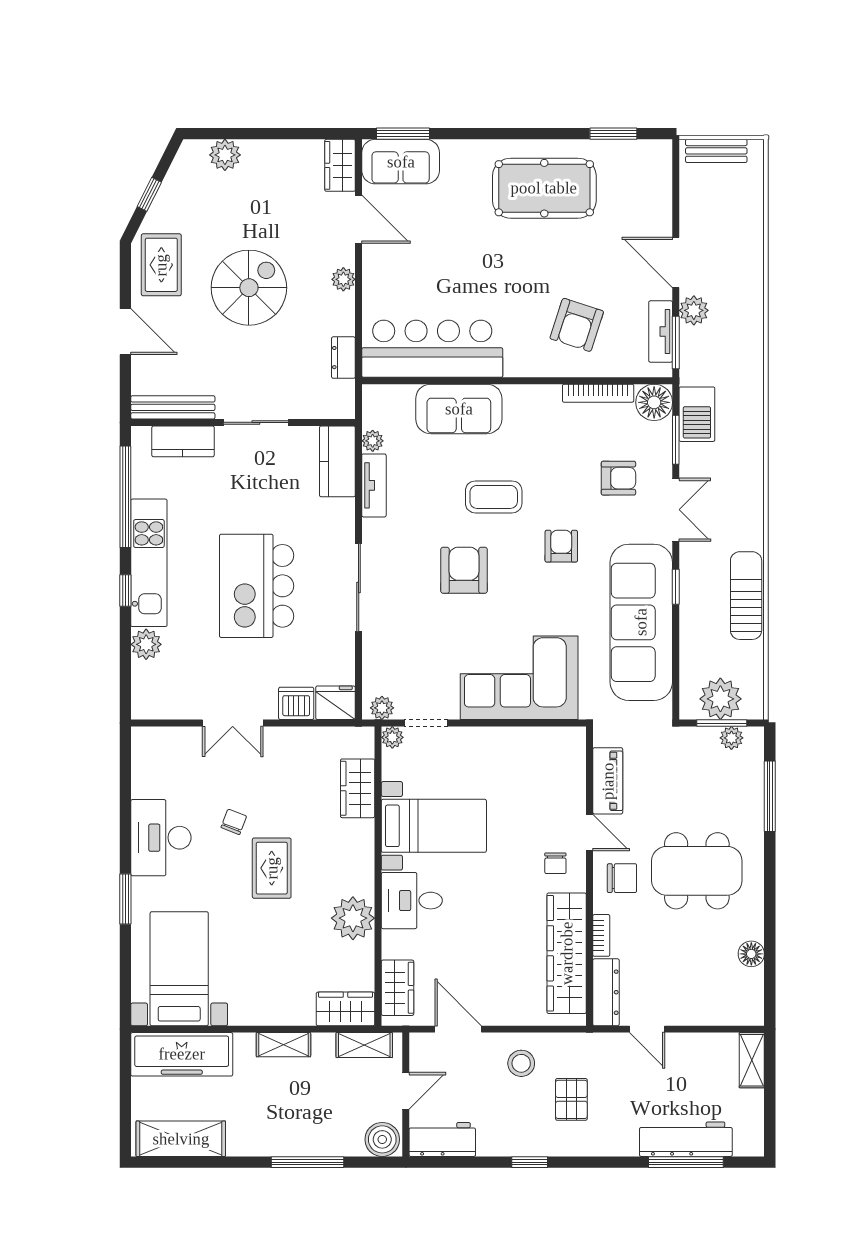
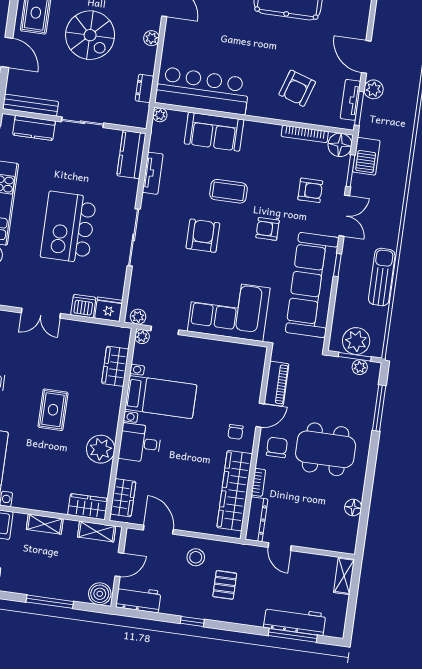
spiral stairs: (249, 288) -> (90, 35), turned 90
plant: (373, 441) -> (160, 115), moved
armchair: (561, 546) -> (267, 229), turned -90
chair: (234, 822) -> (33, 377), removed
door: (589, 833) -> (260, 415), hinge flipped
chair: (622, 878) -> (277, 447), turned -90

